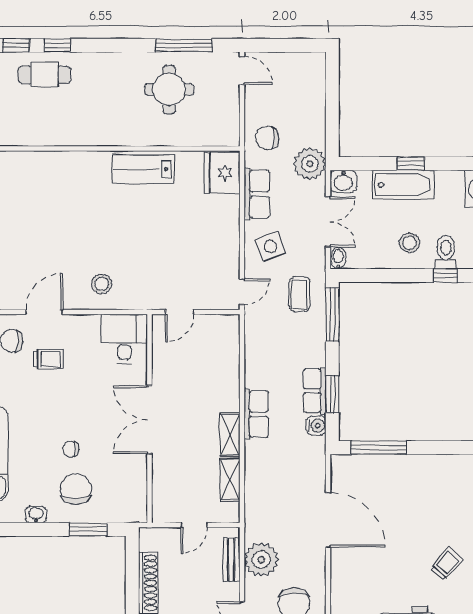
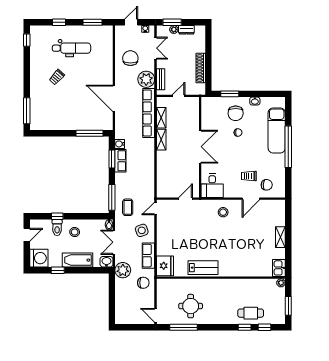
window: (411, 164) -> (58, 270), moved
row of seats: (256, 414) -> (149, 113), moved, width x2.02

